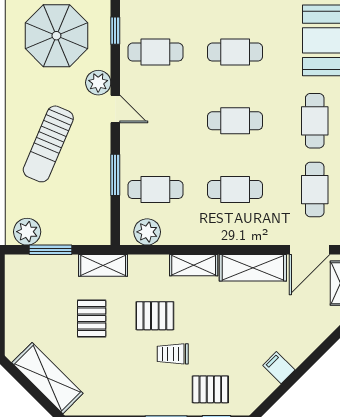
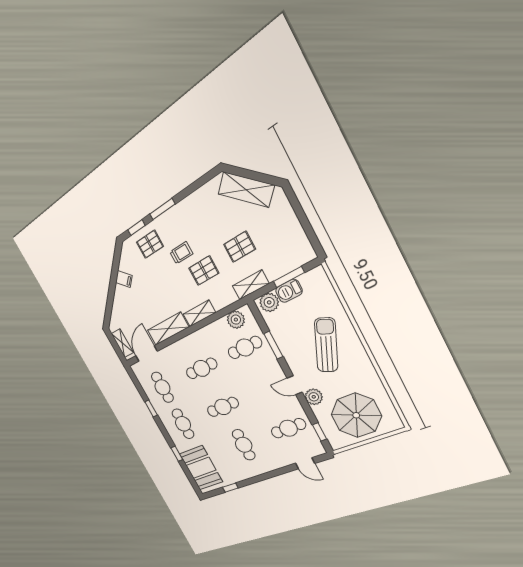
cafe table: (235, 52) -> (244, 445), turned 90
plant: (27, 232) -> (269, 302), moved
barbecue: (59, 233) -> (289, 291), added
pallet: (92, 319) -> (239, 247), turned 90

